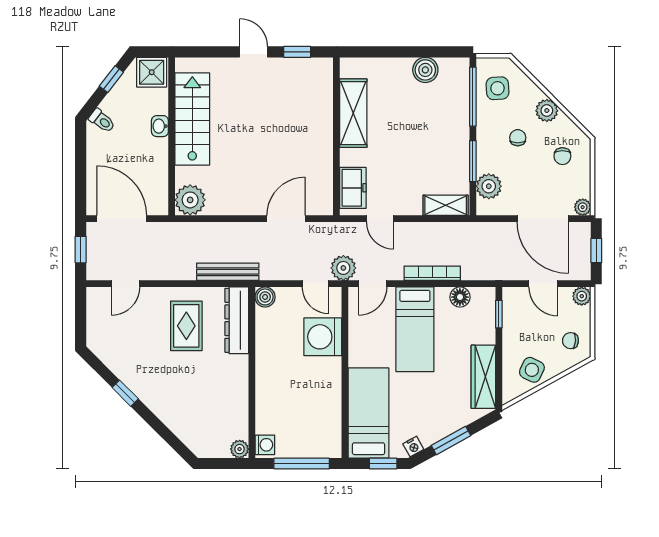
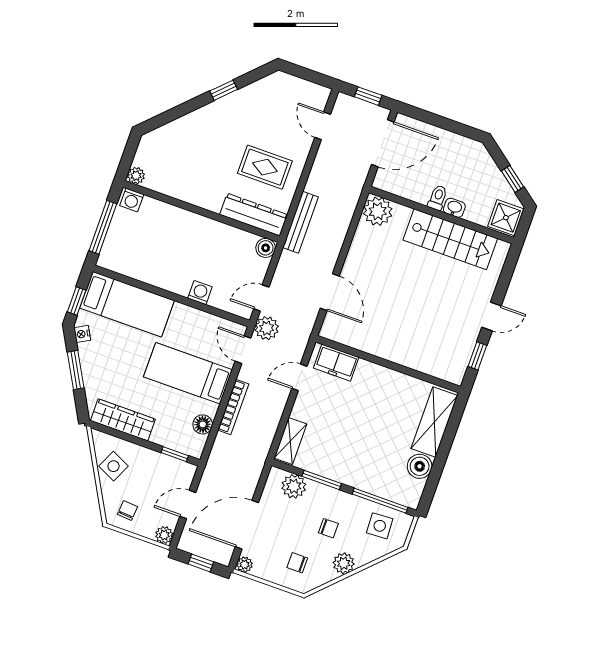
shelving: (353, 113) -> (434, 422), moved, turned 90
toilet: (102, 121) -> (438, 198), moved, turned 142
washing machine: (323, 337) -> (200, 293), width x0.53, depth x0.53

